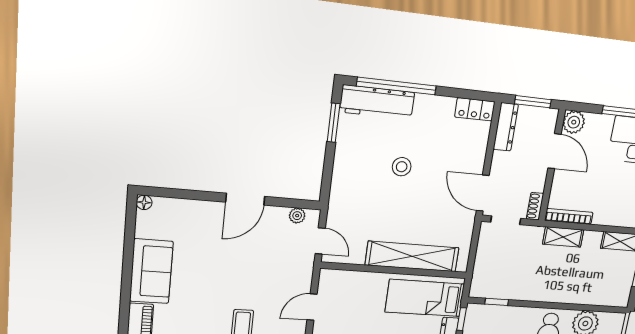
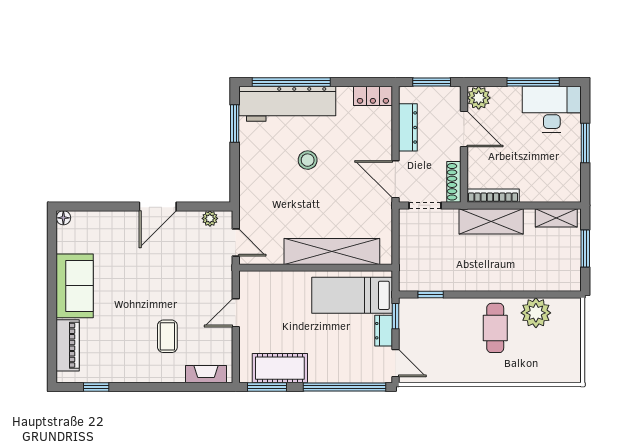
workbench: (377, 102) -> (287, 104), width x1.36, depth x1.32
dresser: (506, 127) -> (408, 127), moved
shoe rack: (535, 206) -> (454, 182), width x1.43
shelving: (563, 237) -> (491, 221), width x1.50, depth x1.33

